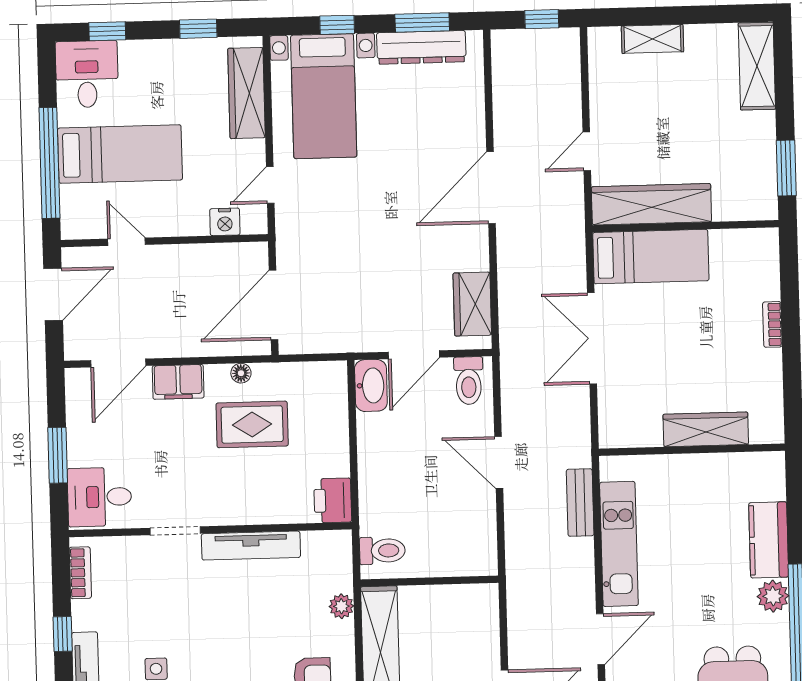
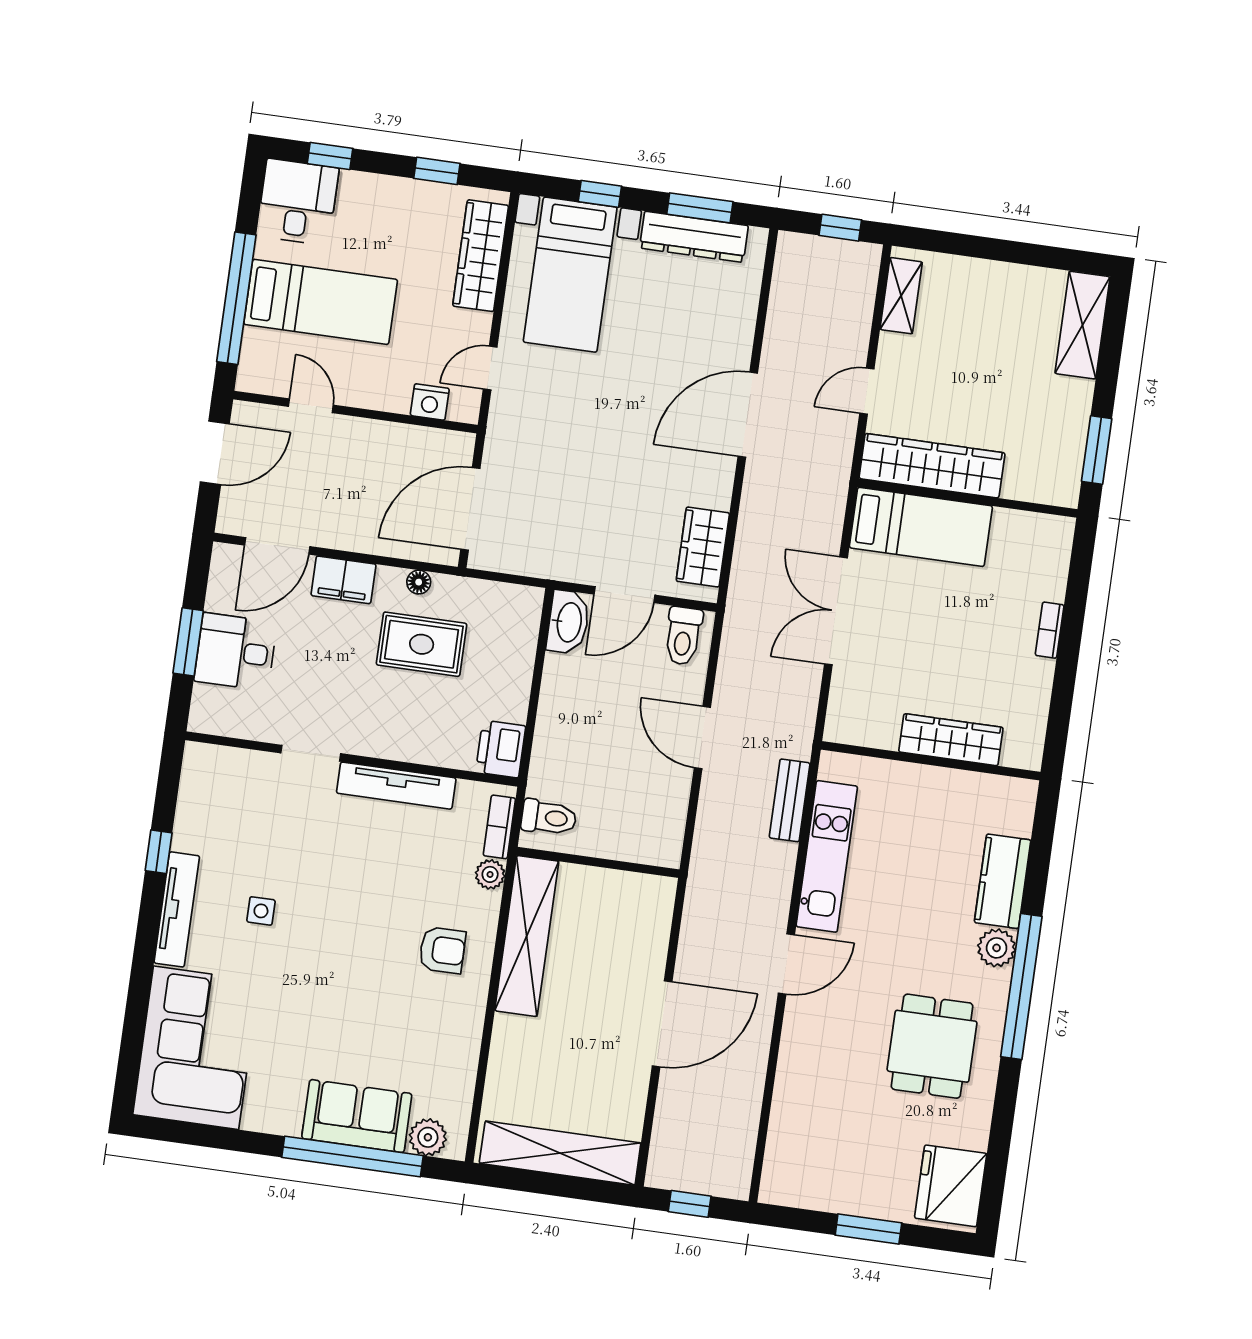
shelving: (652, 39) -> (901, 296), moved, turned 90
desk: (100, 497) -> (235, 652), moved
bookcase: (80, 573) -> (499, 827), moved, turned 180

